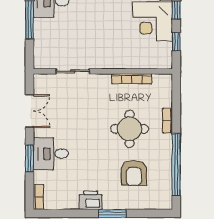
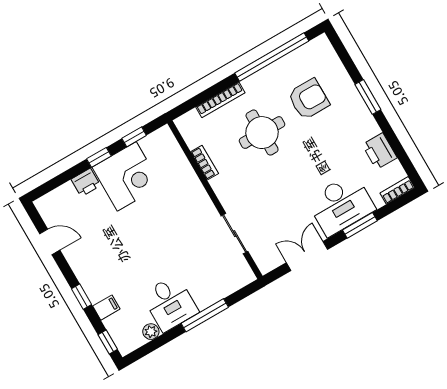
bookcase: (132, 79) -> (205, 163), width x0.64
bookcase: (167, 121) -> (220, 100), width x1.56
desk: (51, 154) -> (341, 205), width x1.37
printer: (91, 200) -> (380, 151), moved

